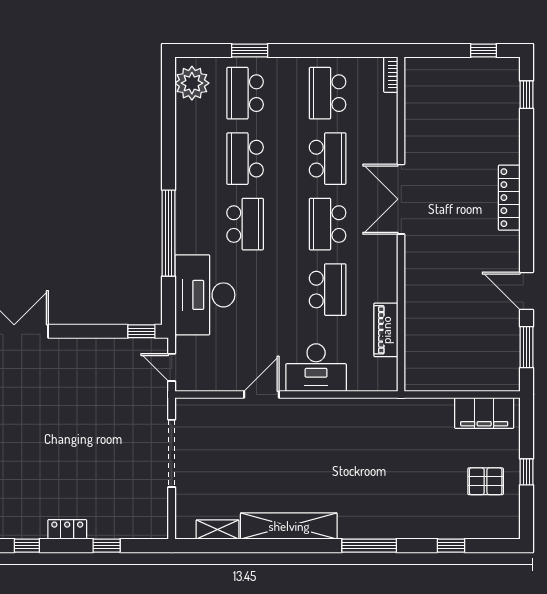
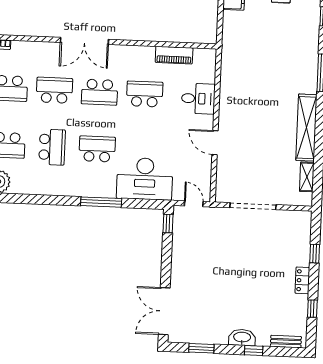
school desk: (245, 159) -> (52, 147), turned -90
window: (168, 233) -> (101, 202), width x0.68
door: (172, 367) -> (194, 204), swing flipped
desk: (316, 368) -> (198, 99), width x0.73

